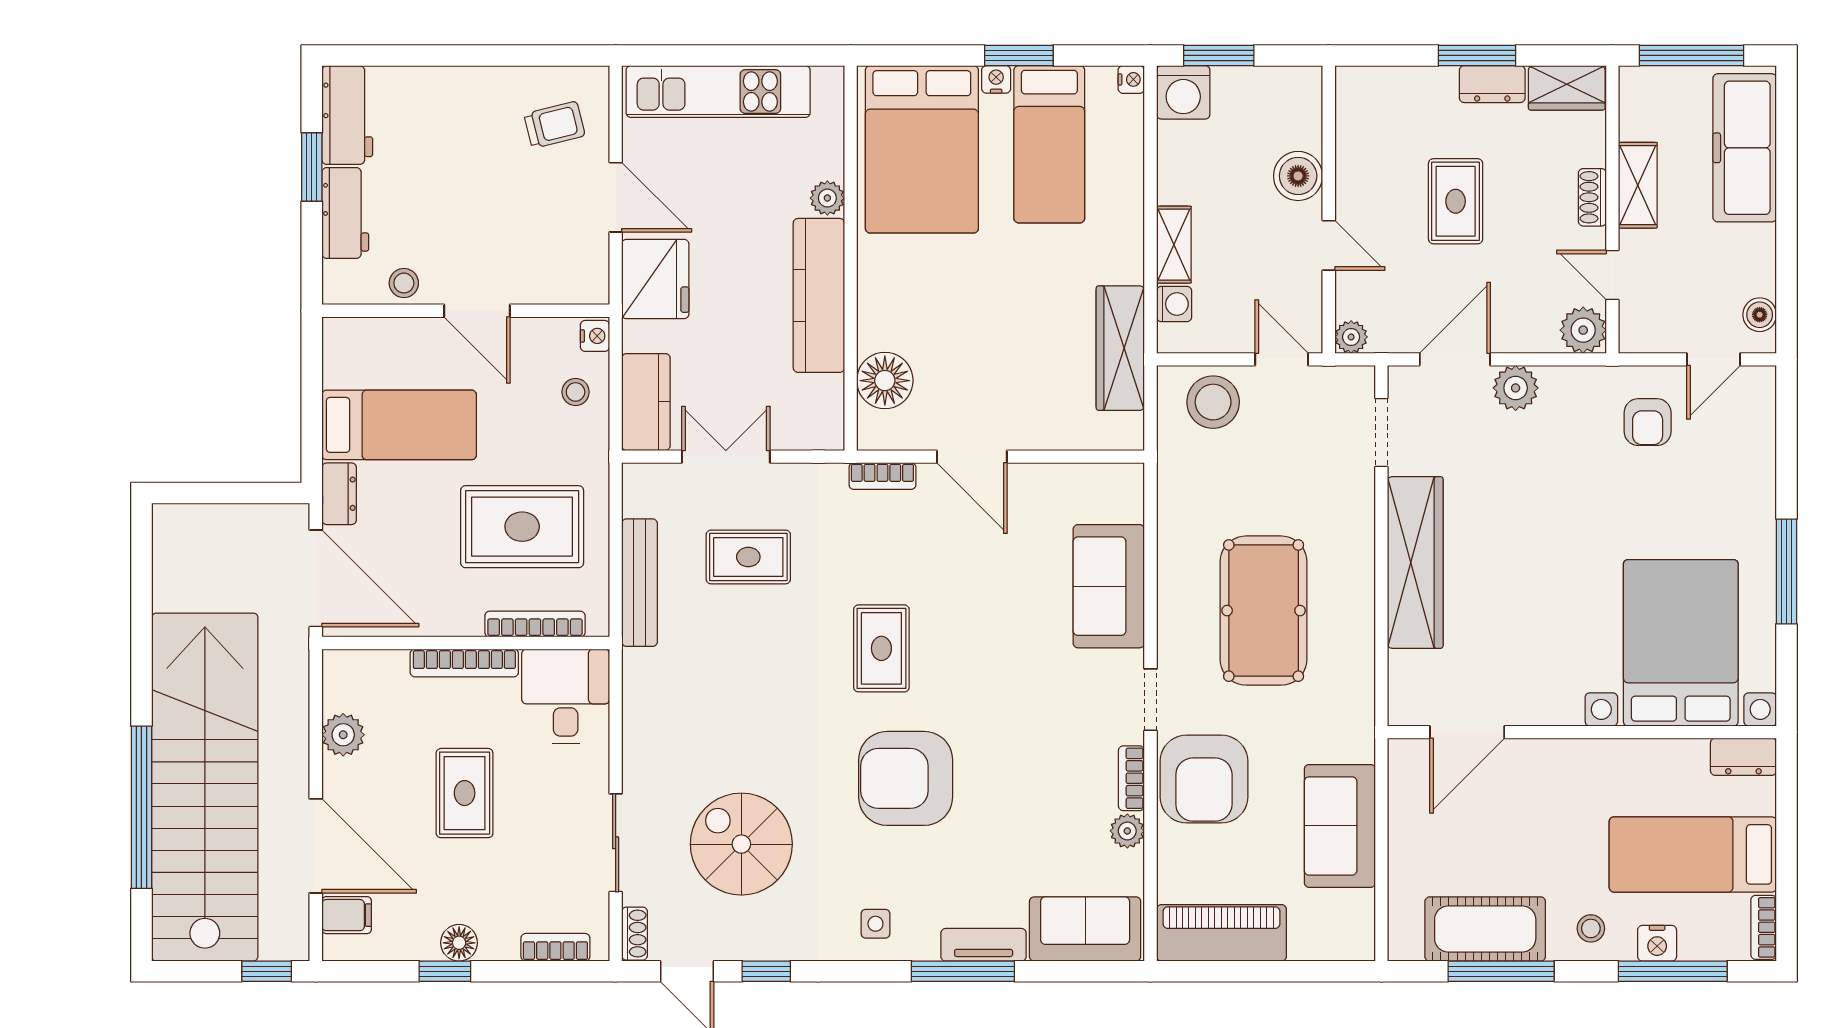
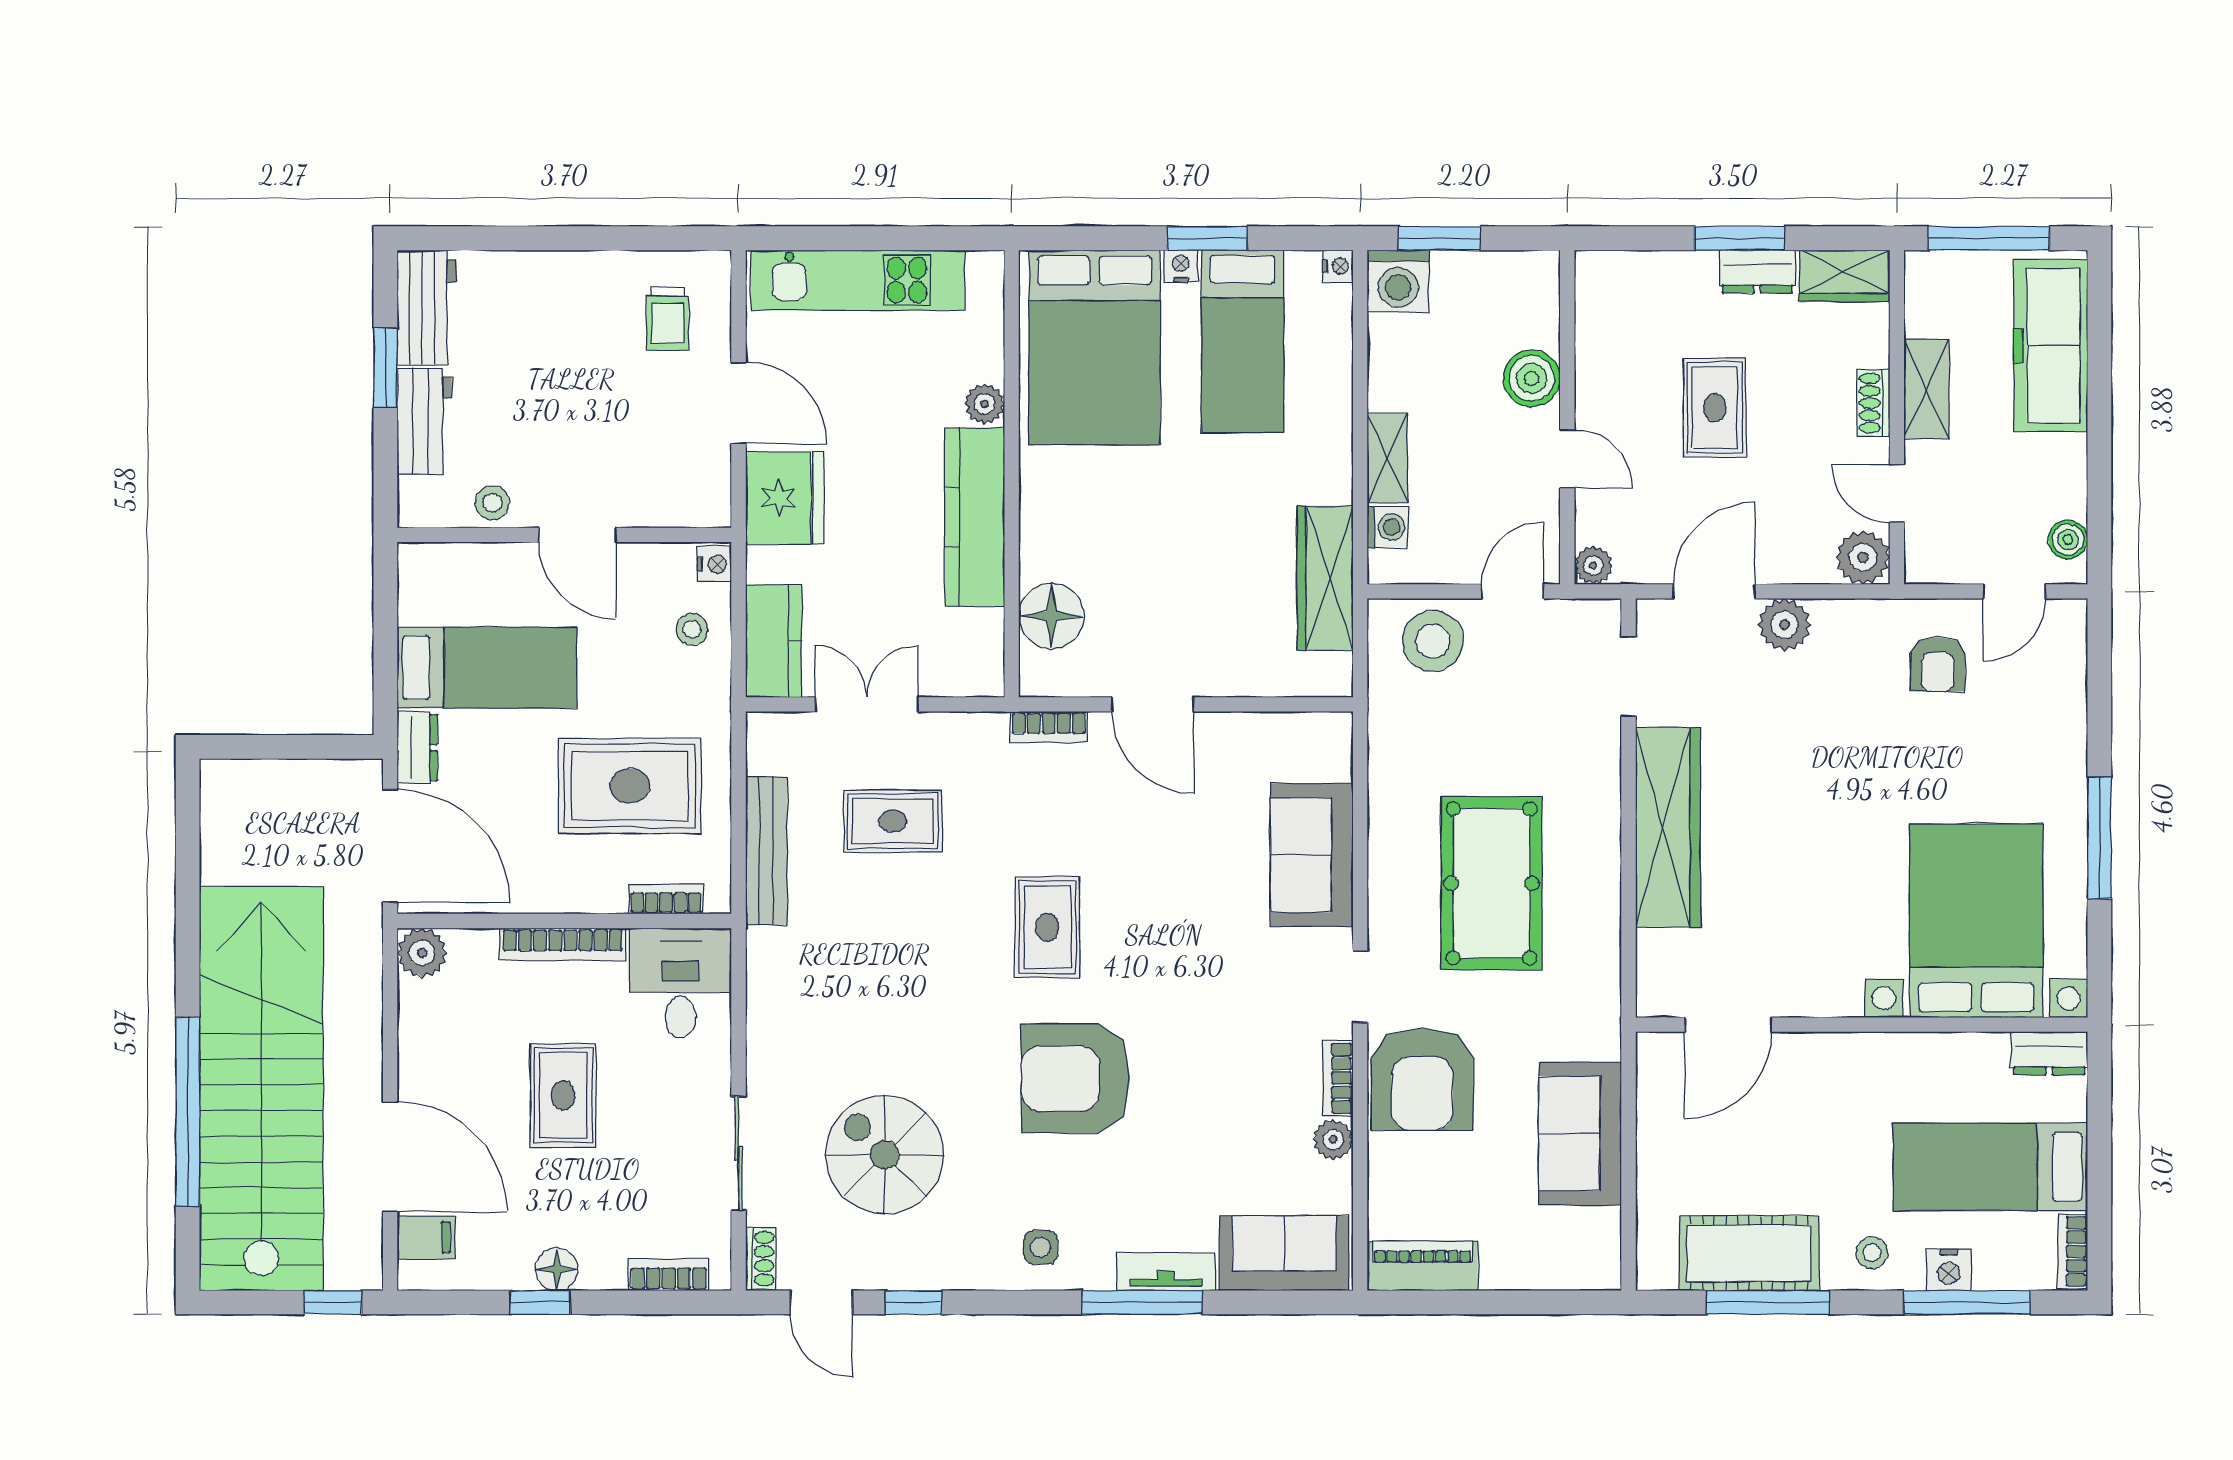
trolley: (555, 125) -> (668, 319), turned 104
door: (1282, 359) -> (1513, 591), hinge flipped
bookcase: (535, 624) -> (666, 899), width x0.64
plant: (343, 735) -> (422, 953), moved
piano: (1221, 933) -> (1422, 1266), width x0.73, depth x0.75

